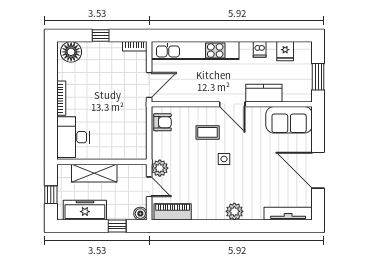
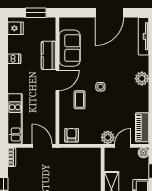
kitchen unit: (195, 51) -> (15, 119), width x0.73
fridge: (285, 51) -> (16, 28), moved
sofa: (289, 120) -> (70, 48), moved

